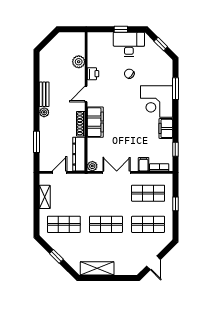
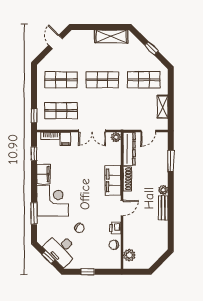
desk: (129, 44) -> (61, 249), moved, turned 45
chair: (94, 57) -> (114, 245), added
plant: (79, 62) -> (129, 255), moved
window: (175, 204) -> (34, 116), moved

